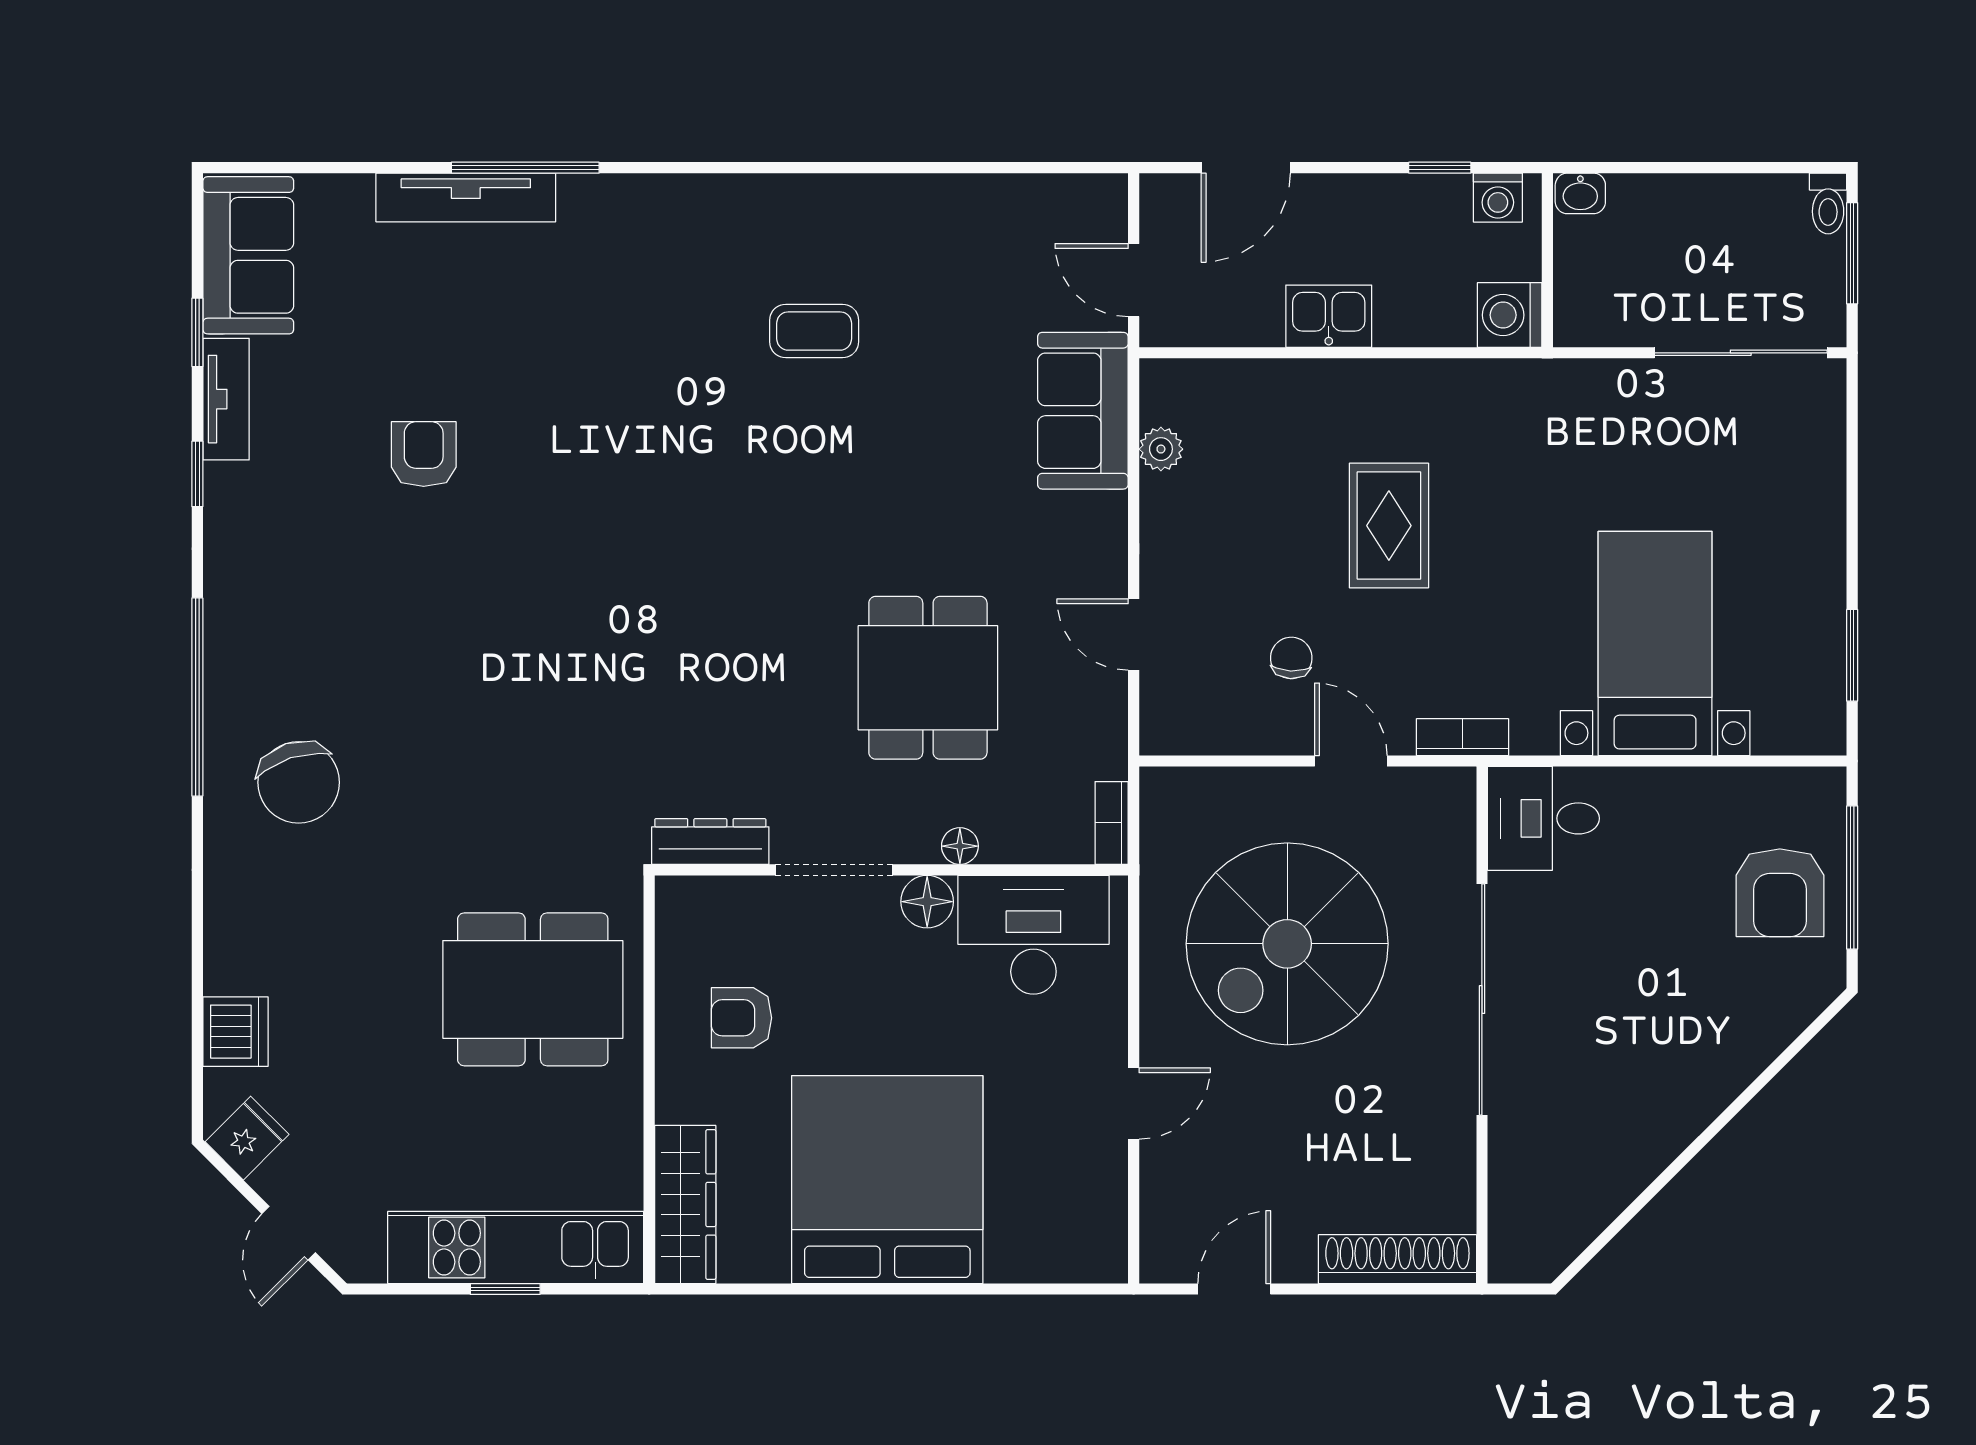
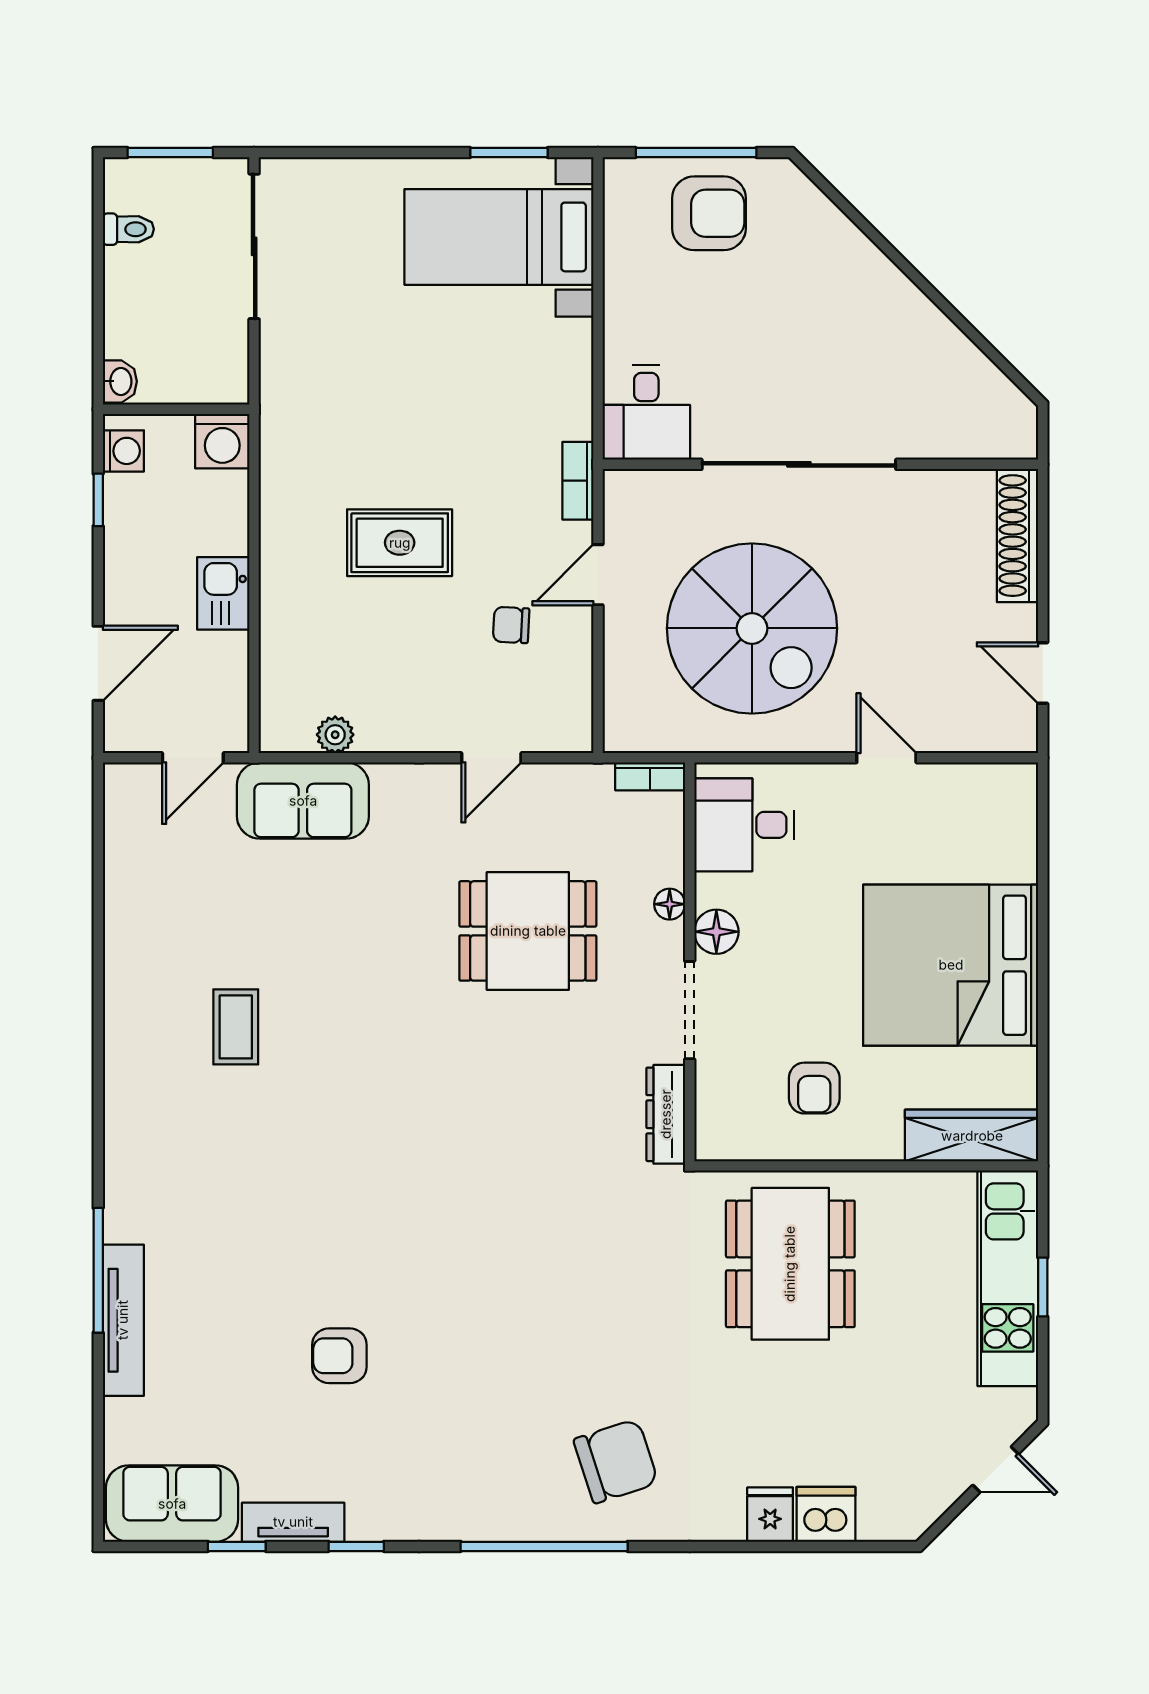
door: (1246, 168) -> (98, 663), hinge flipped
toilet: (1828, 203) -> (128, 229), moved
bed with nightstands: (1655, 643) -> (499, 237), moved
desk: (1033, 935) -> (744, 825), width x0.73
fridge: (247, 1138) -> (770, 1515), moved, turned 45

